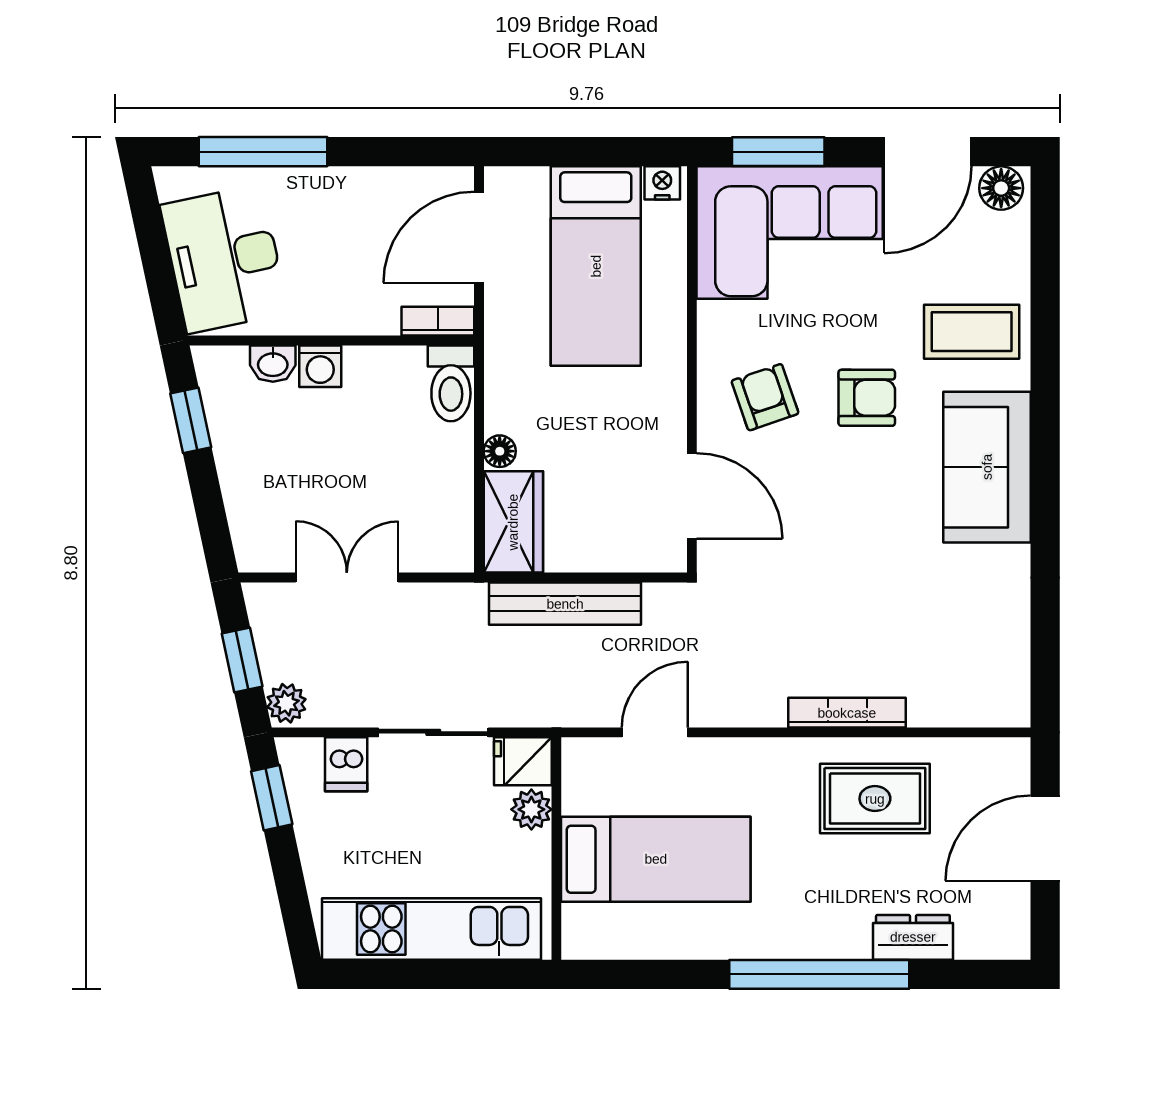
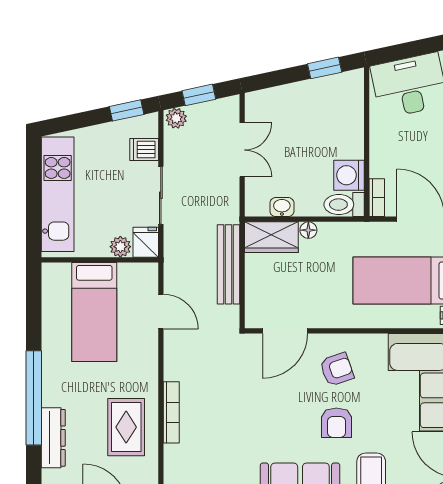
washbasin: (273, 364) -> (282, 207), moved, turned 90
washing machine: (320, 366) -> (349, 175), moved, width x1.38, depth x1.38
dresser: (913, 937) -> (53, 438), width x1.44

